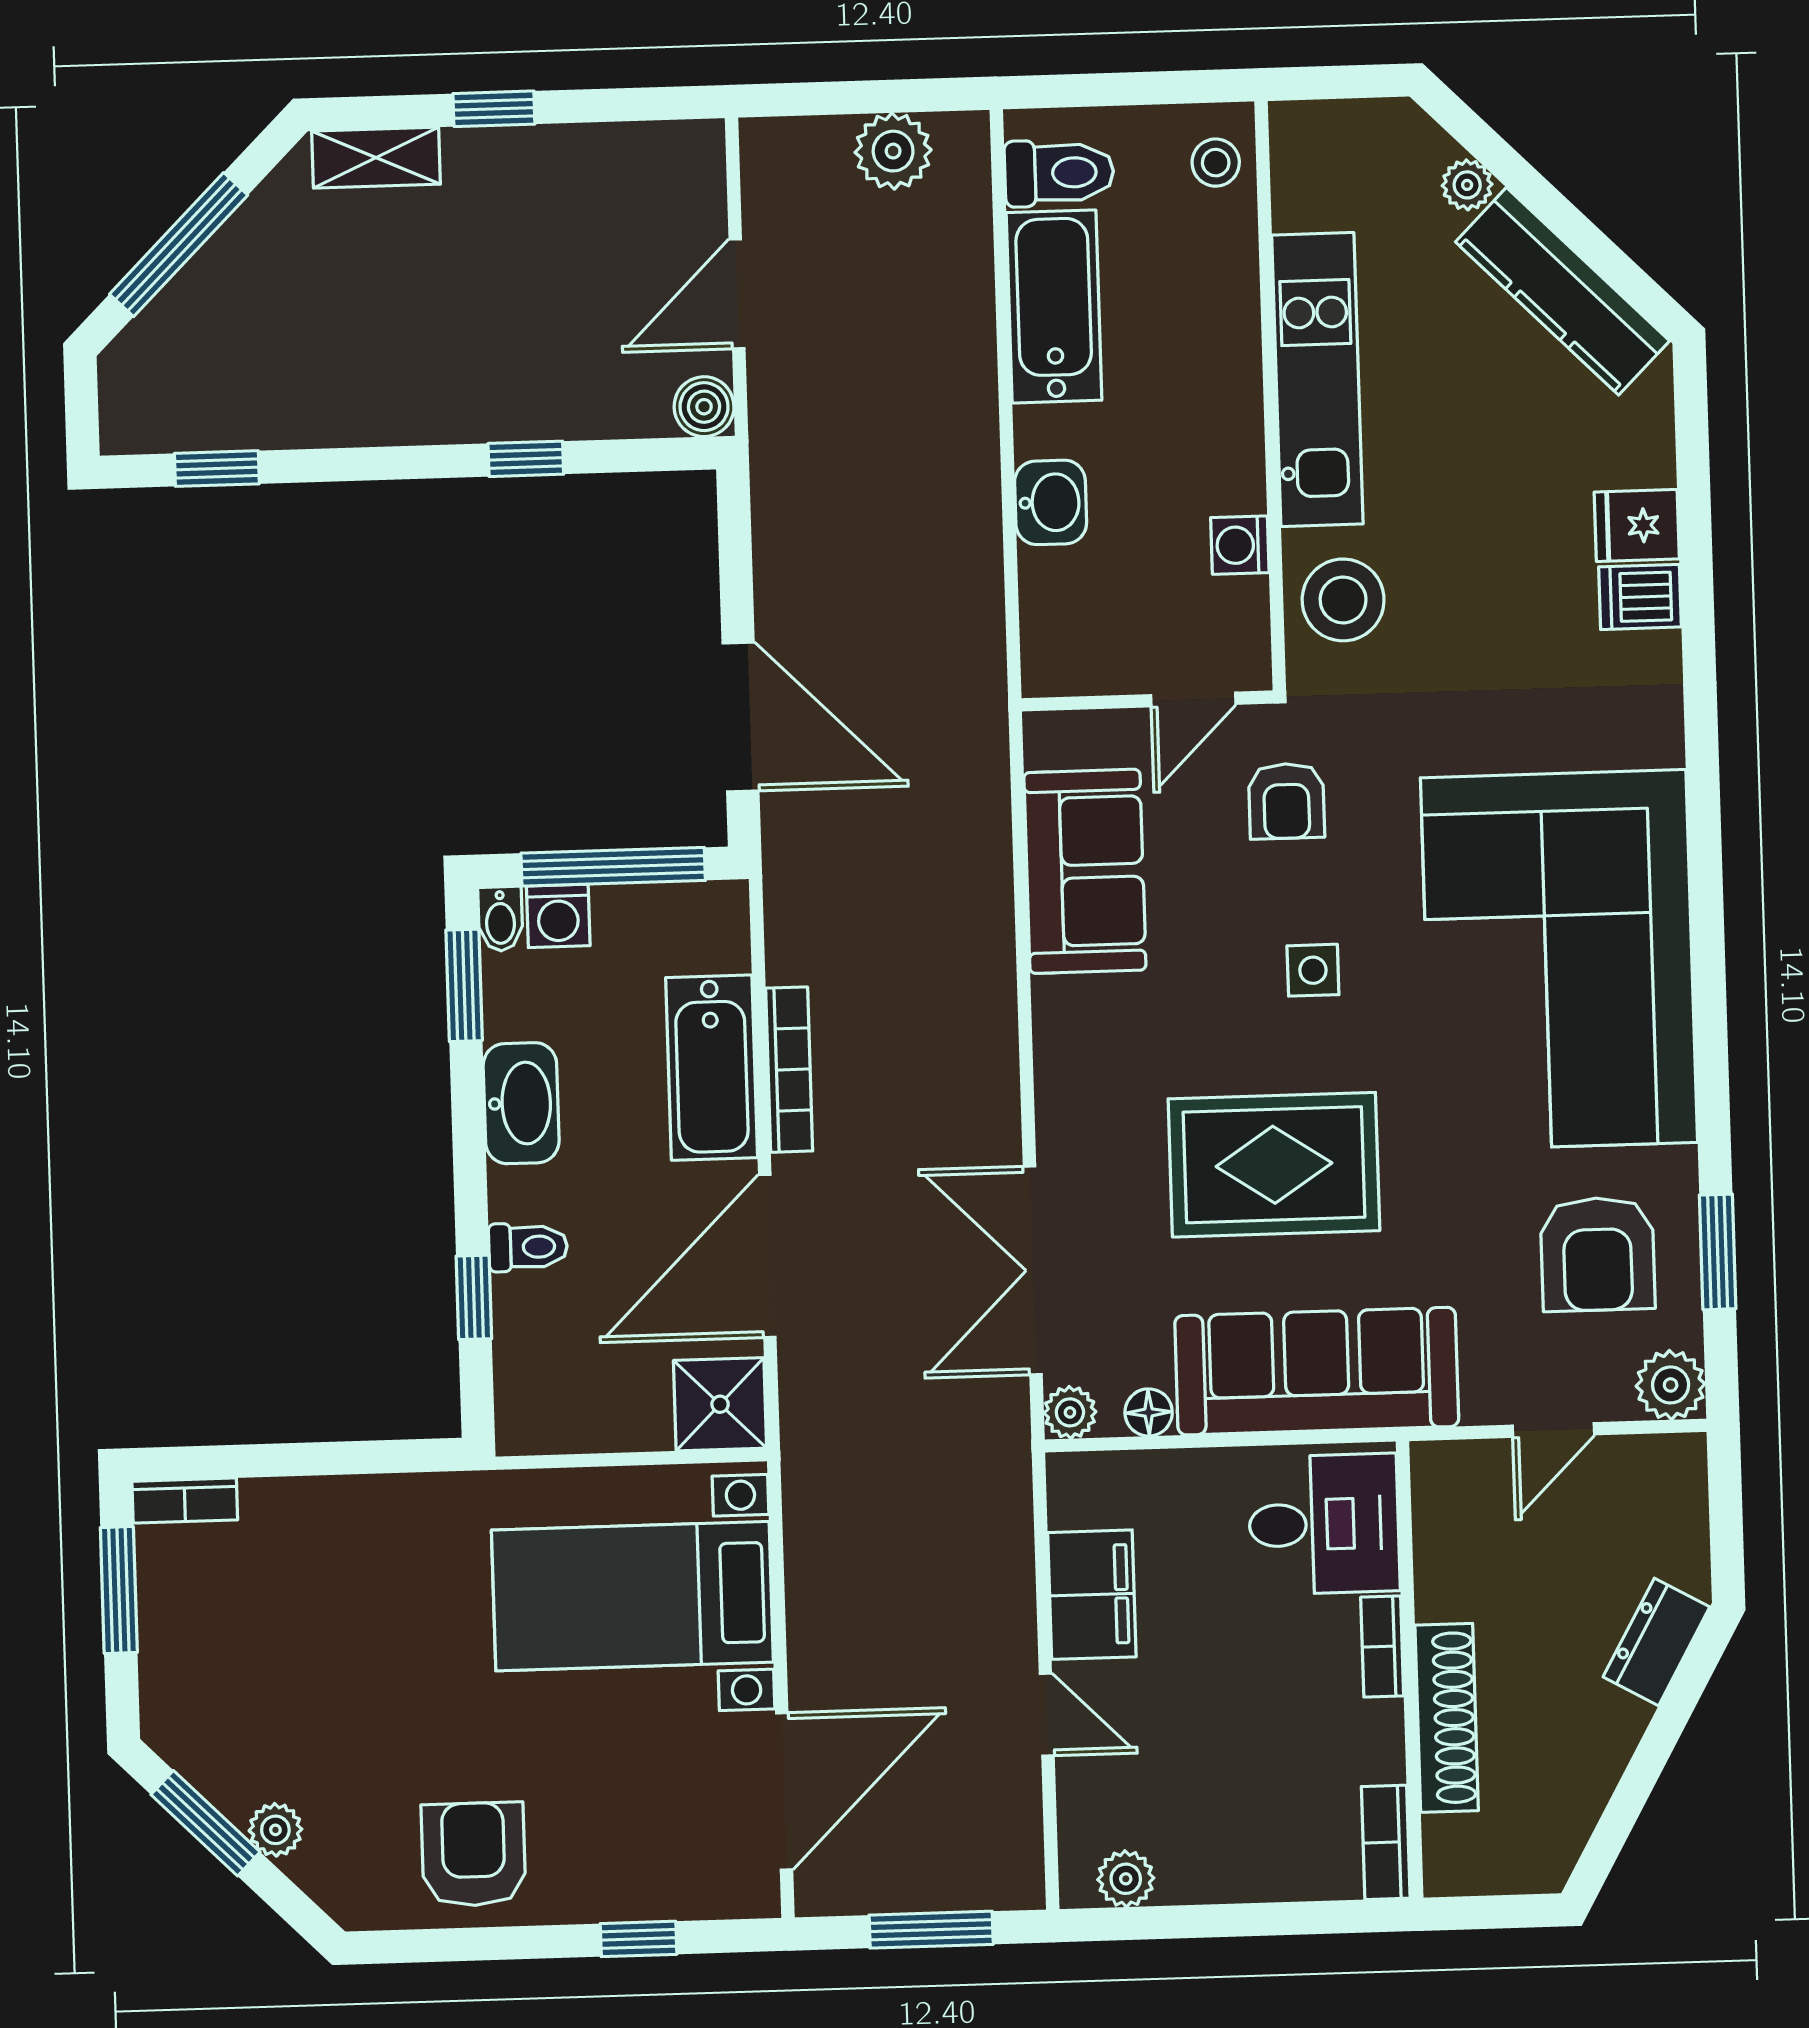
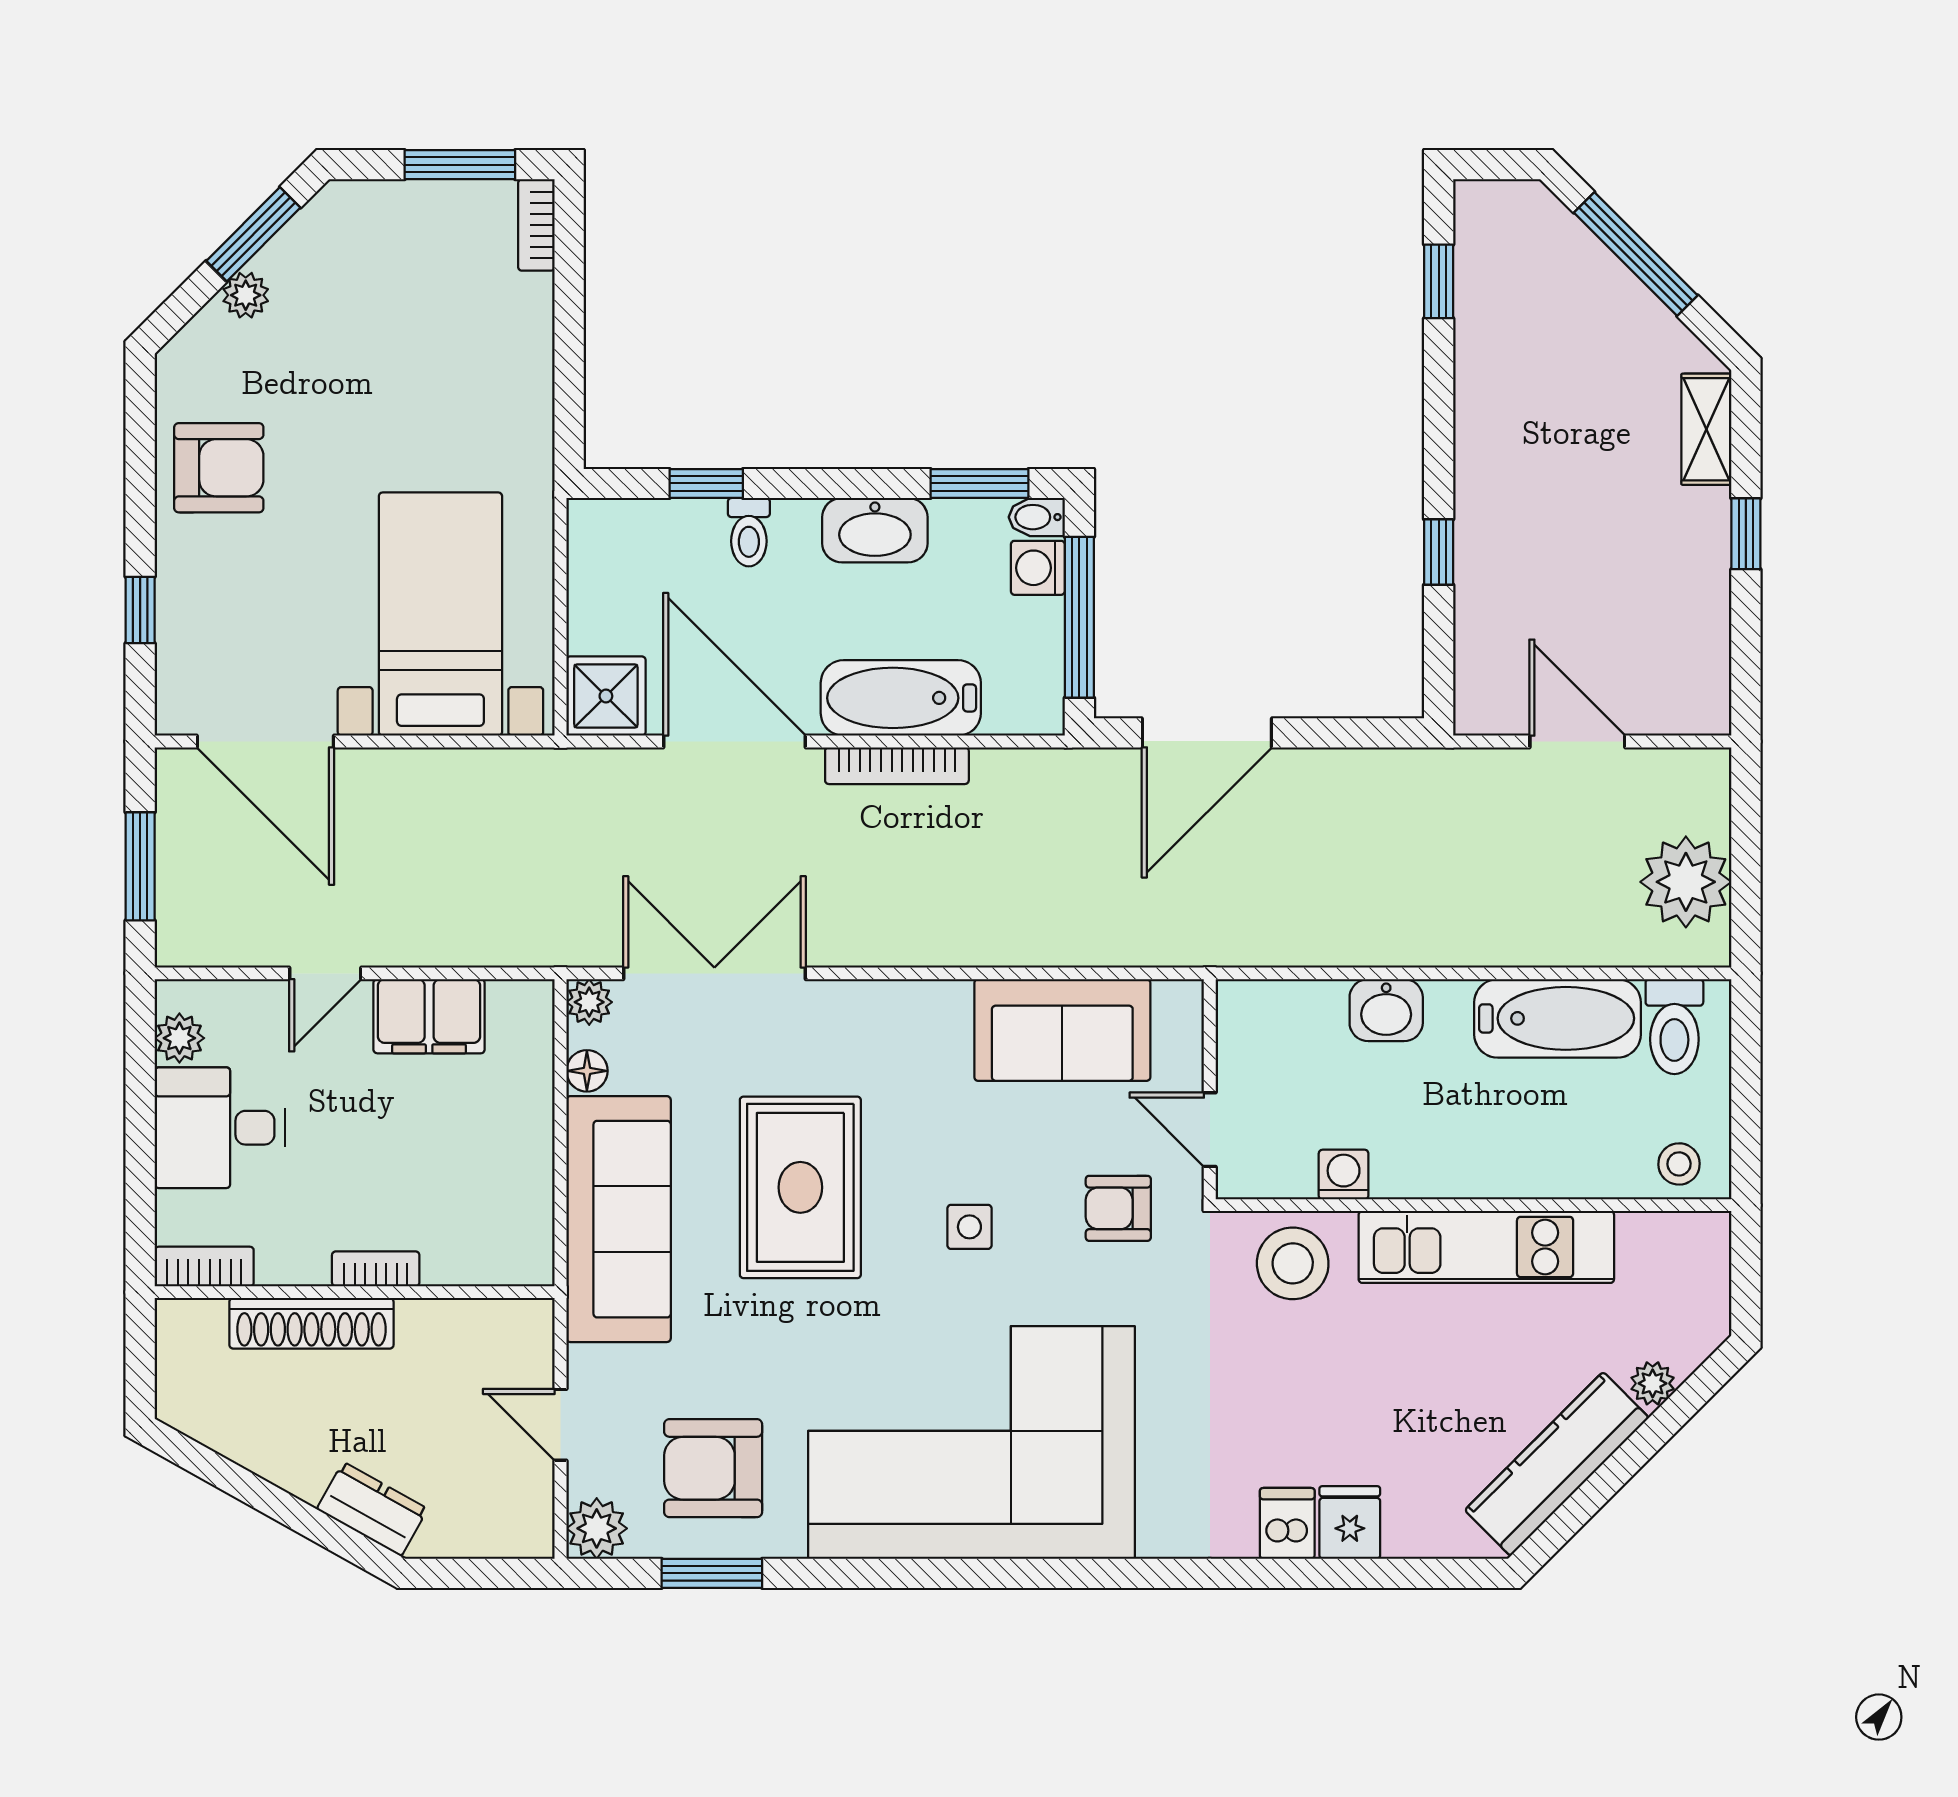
plant: (893, 151) -> (1686, 882), width x1.36, depth x1.36
boiler: (704, 407) -> (1479, 709), removed
desk: (1324, 1524) -> (220, 1128), moved, turned 90

